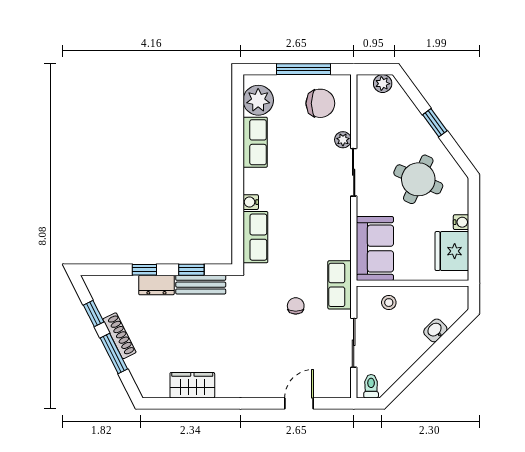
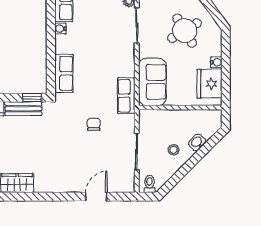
round table: (418, 179) -> (185, 31), turned 35
water cooler: (251, 202) -> (60, 29), moved
window: (191, 270) -> (32, 98), moved
row of seats: (340, 285) -> (126, 96), moved
stool: (389, 303) -> (174, 150), moved

